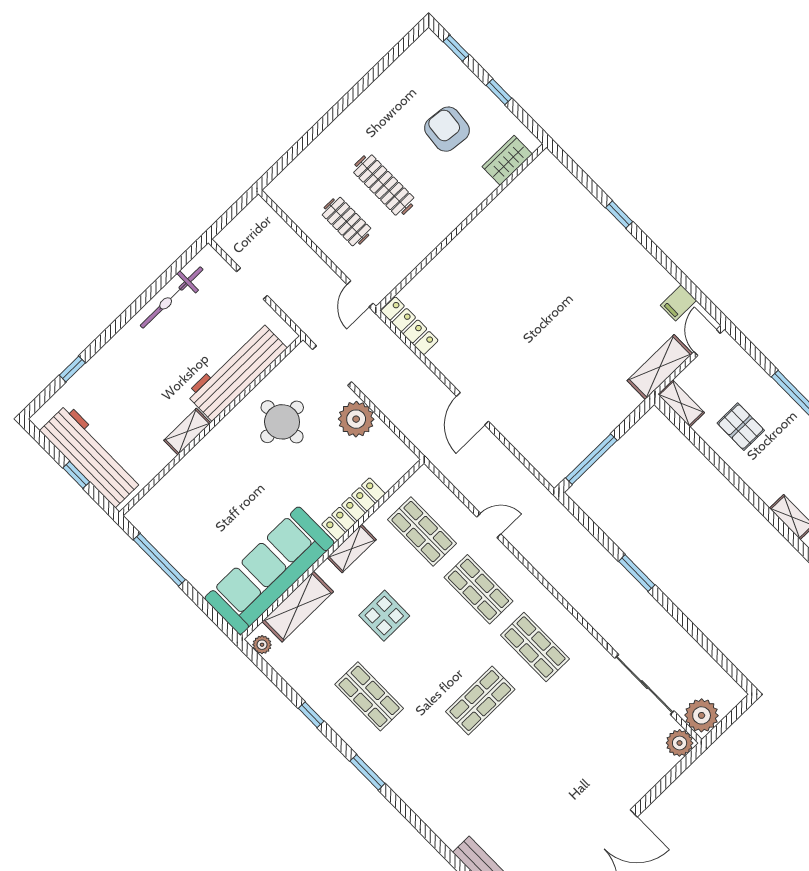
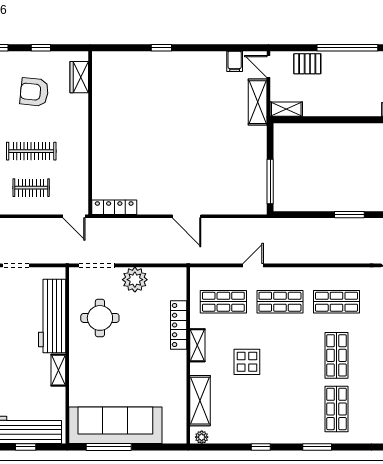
pallet: (741, 427) -> (307, 64), moved
sofa: (269, 571) -> (115, 425), moved, turned 90
shop shelf: (369, 696) -> (337, 409), moved, turned 90

